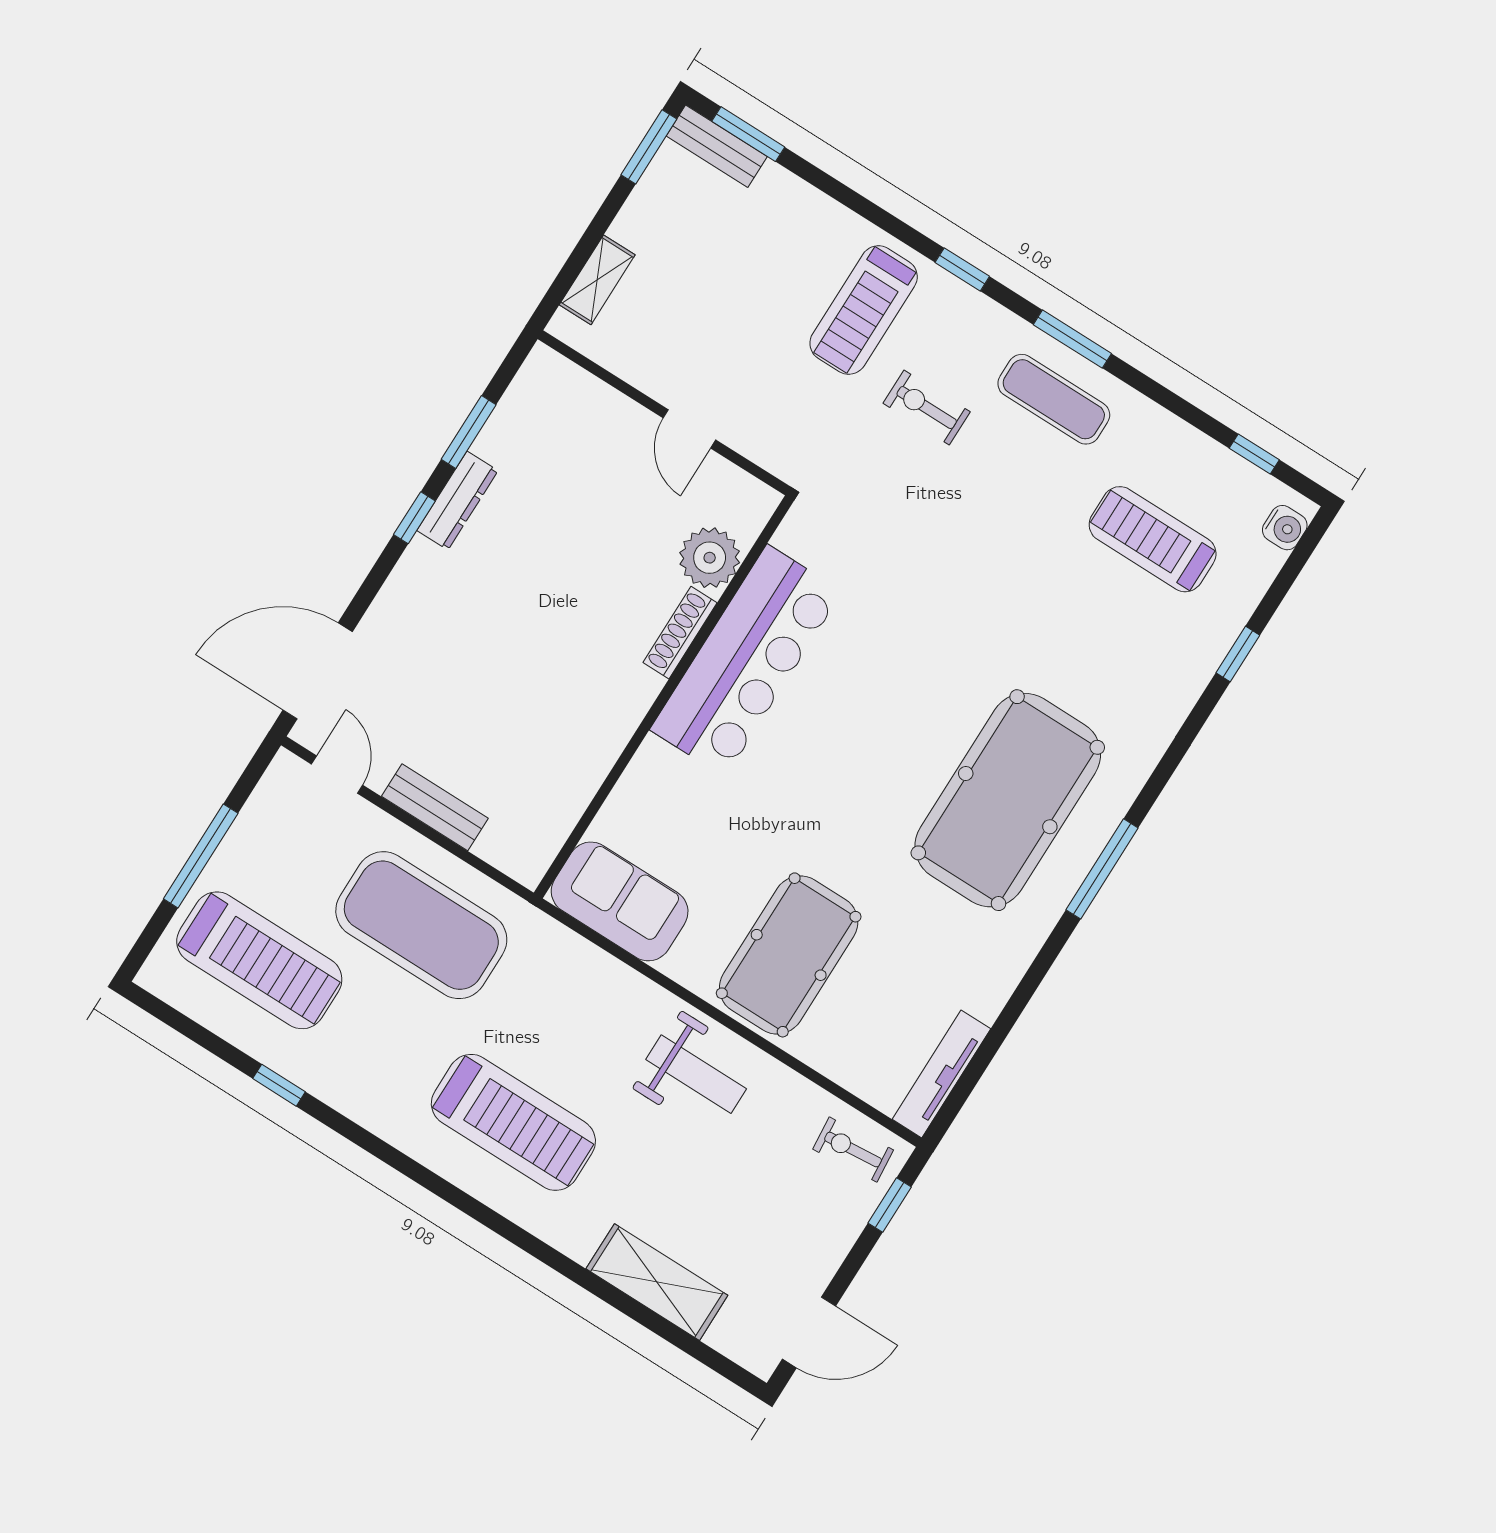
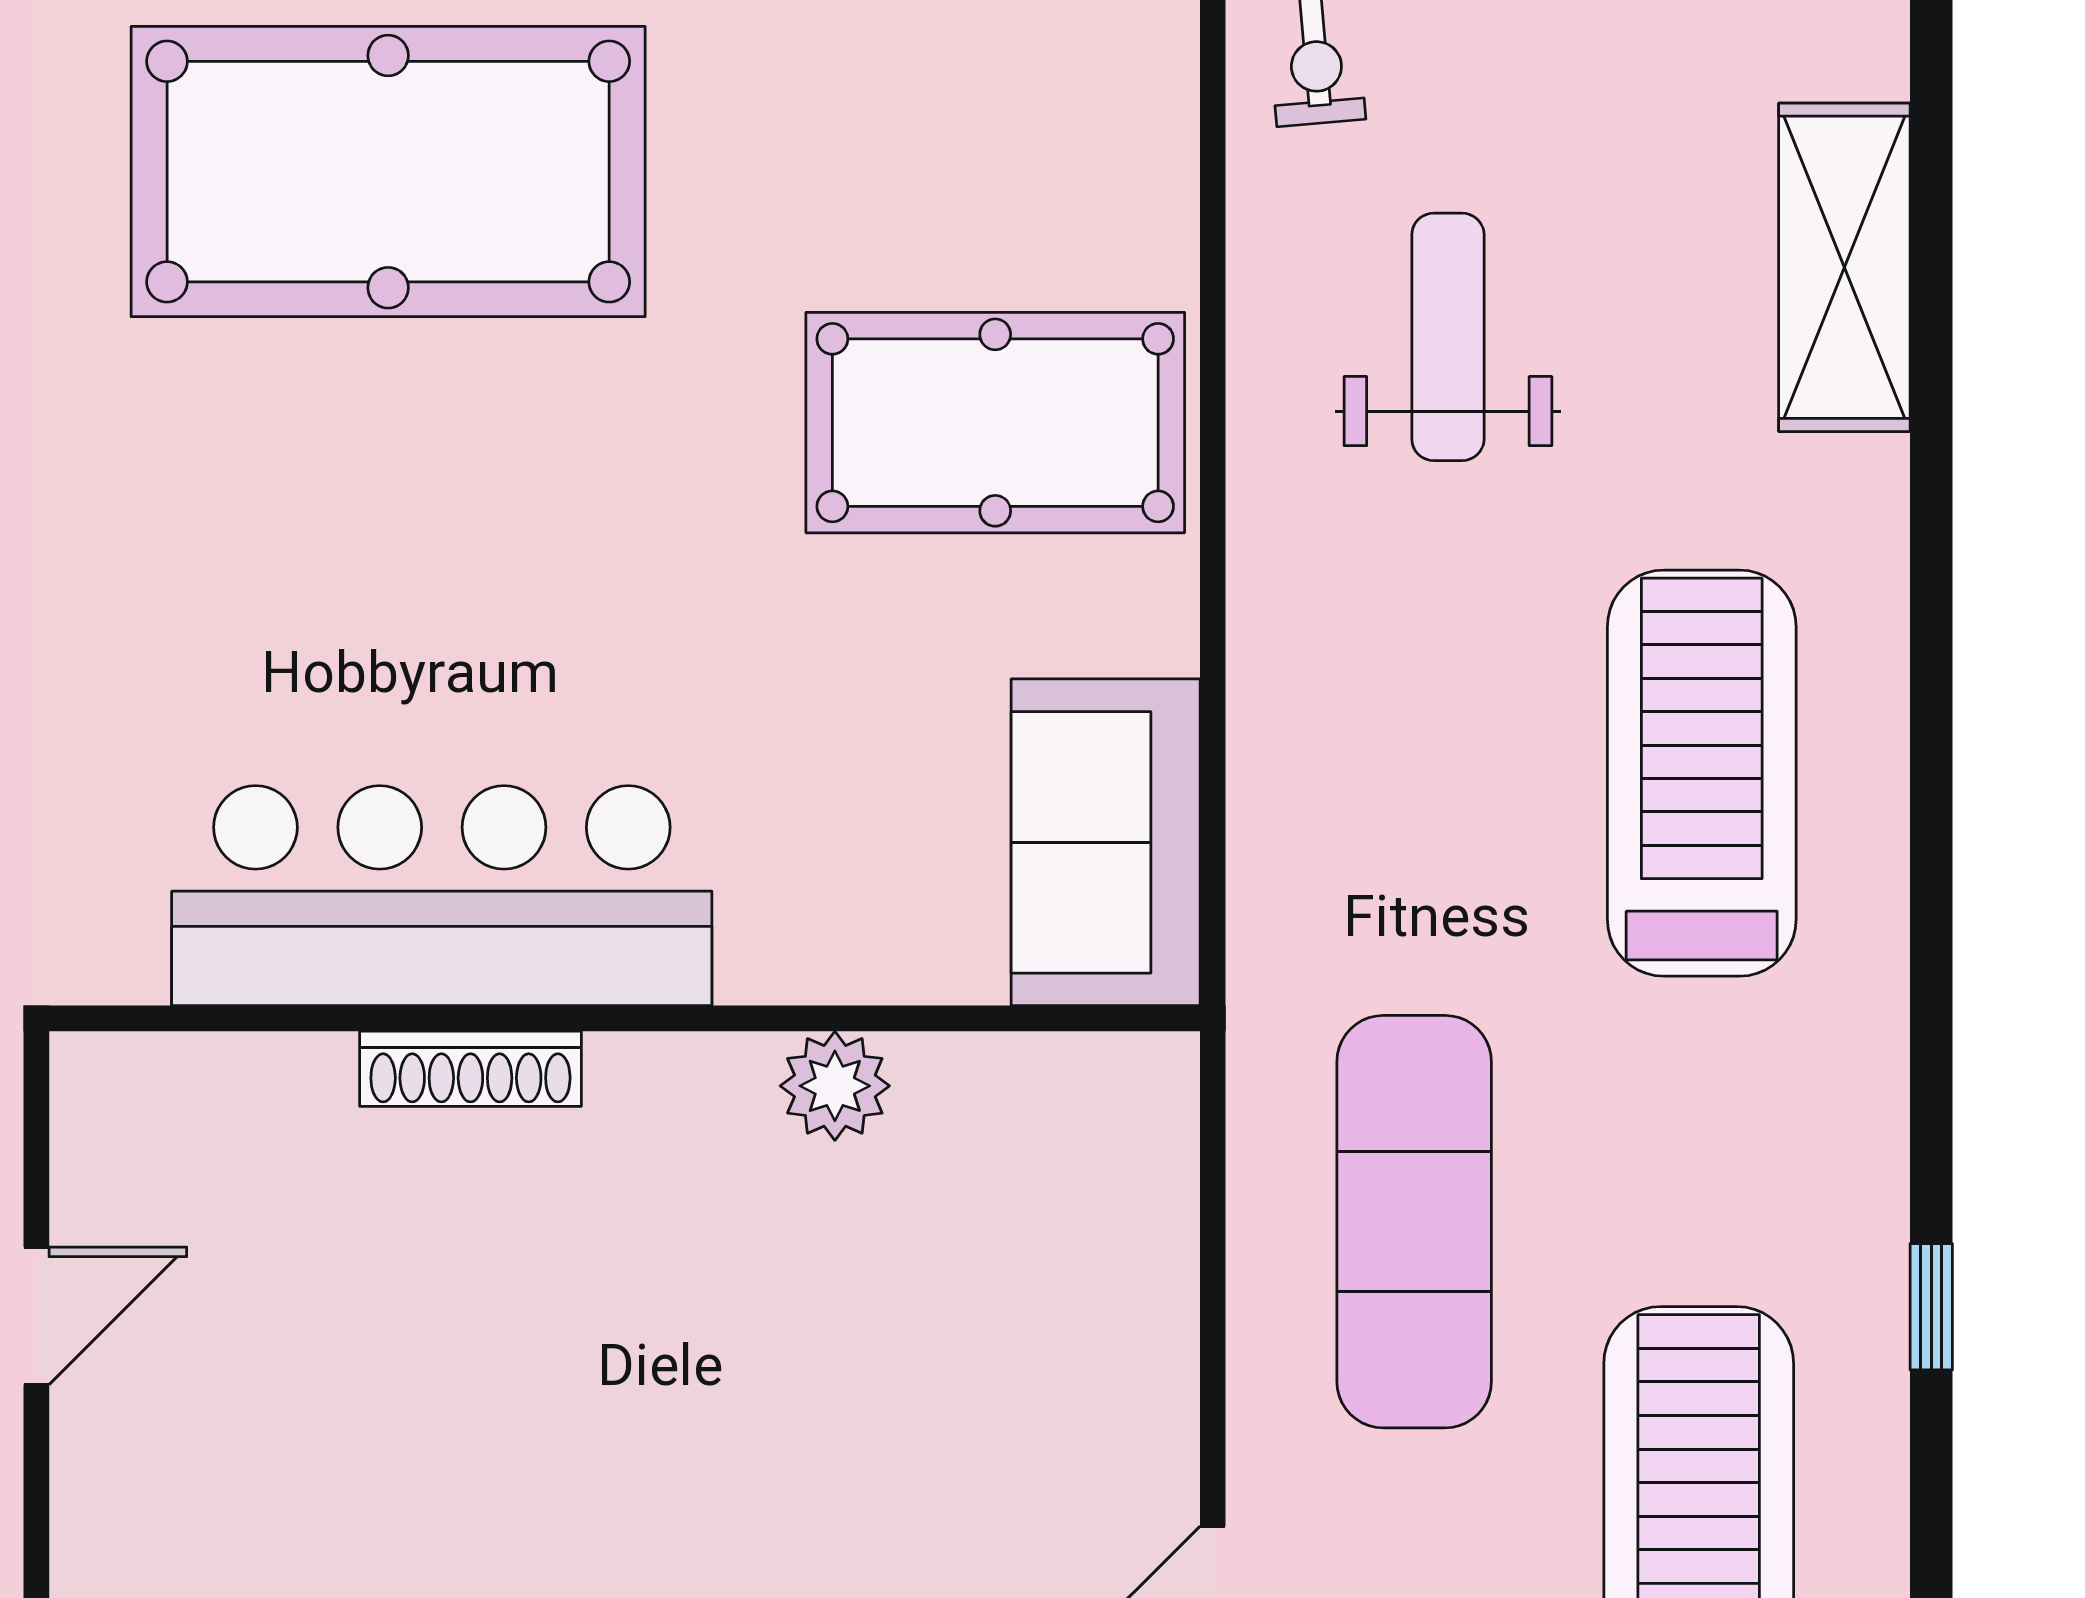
plant: (710, 558) -> (835, 1086), moved, width x0.73, depth x0.73
bench: (435, 807) -> (1152, 1348), removed
exercise mat: (421, 925) -> (1414, 1222), width x0.68
weight bench: (696, 1074) -> (1448, 337), moved

